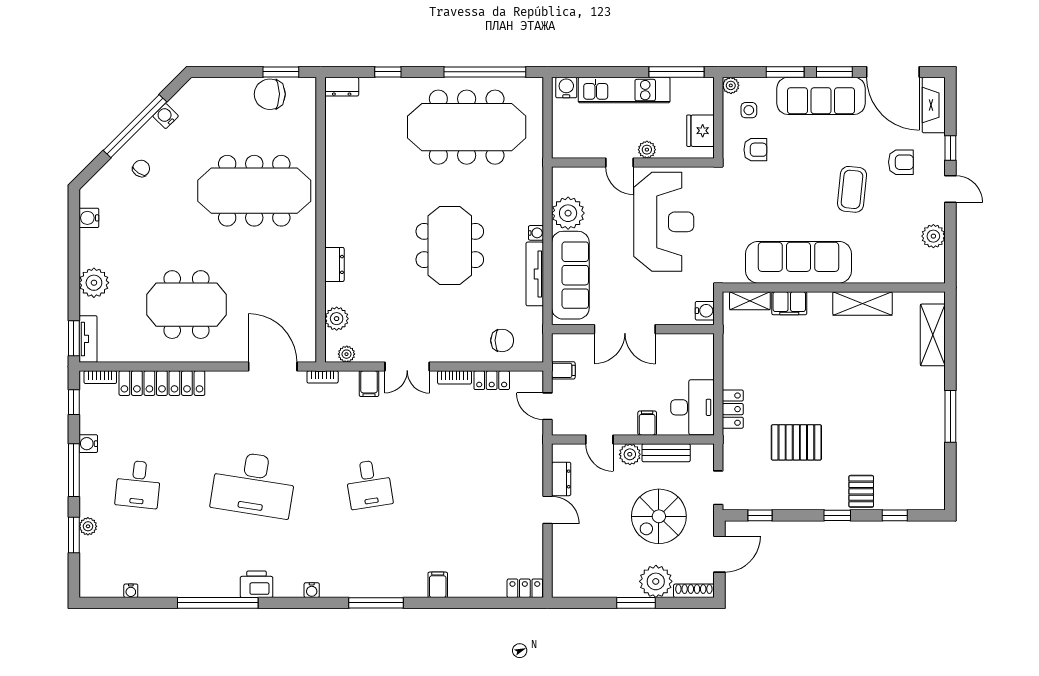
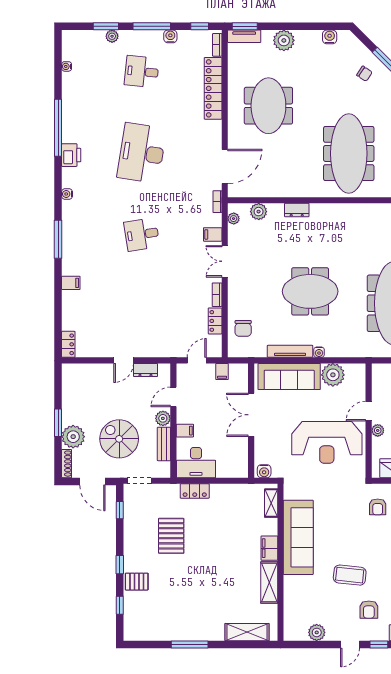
filing cabinet: (789, 303) -> (269, 548), moved

